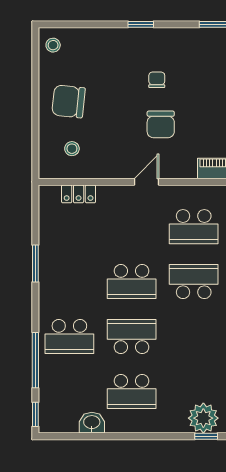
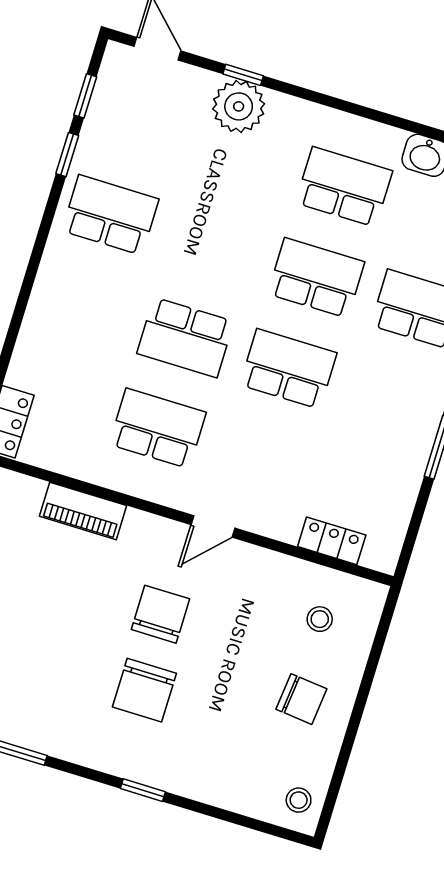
chair: (157, 80) -> (144, 690), width x1.87, depth x1.87
chair: (69, 101) -> (301, 699), width x0.73, depth x0.73
school desk: (132, 337) -> (316, 278), turned 180

